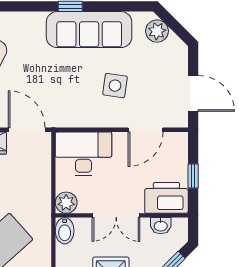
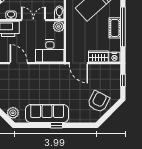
side table: (115, 86) -> (34, 85), removed
door: (146, 130) -> (19, 63), hinge flipped

